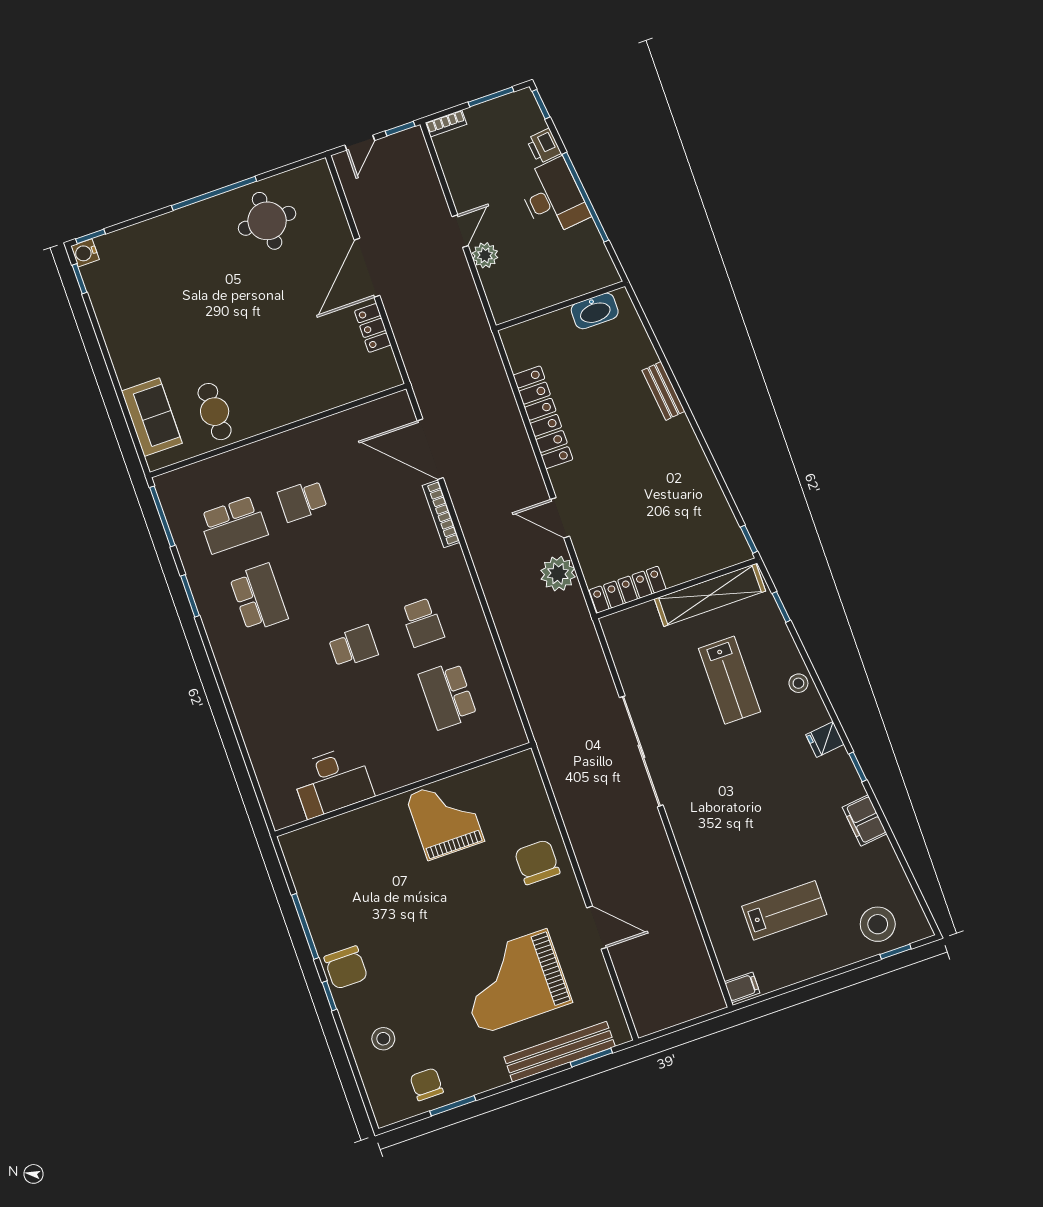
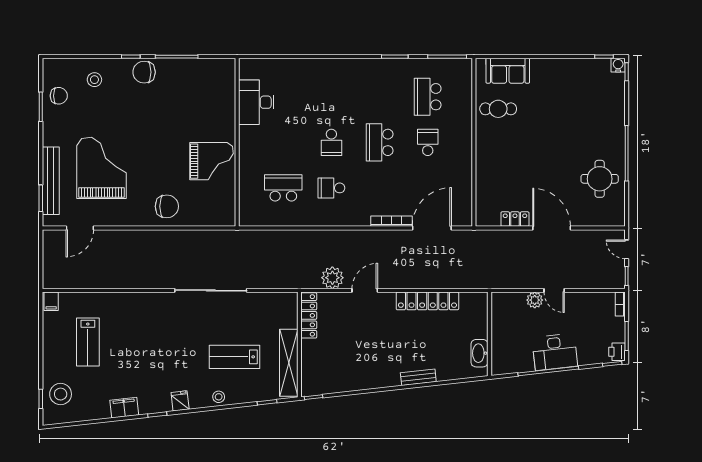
printer: (544, 146) -> (617, 352), moved, turned -84
school desk: (259, 598) -> (380, 142), moved, turned 90
door: (597, 928) -> (80, 228), moved

